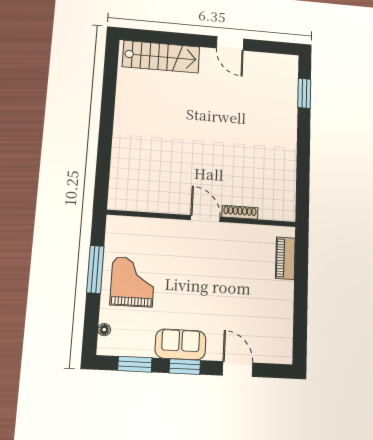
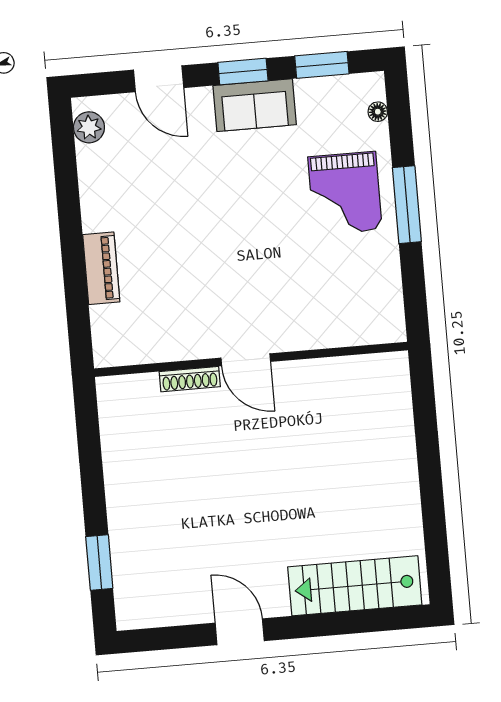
shoe rack: (240, 212) -> (190, 379), moved
wall: (202, 218) -> (251, 359), moved
door: (205, 219) -> (246, 360), moved
plant: (284, 344) -> (89, 127), added

